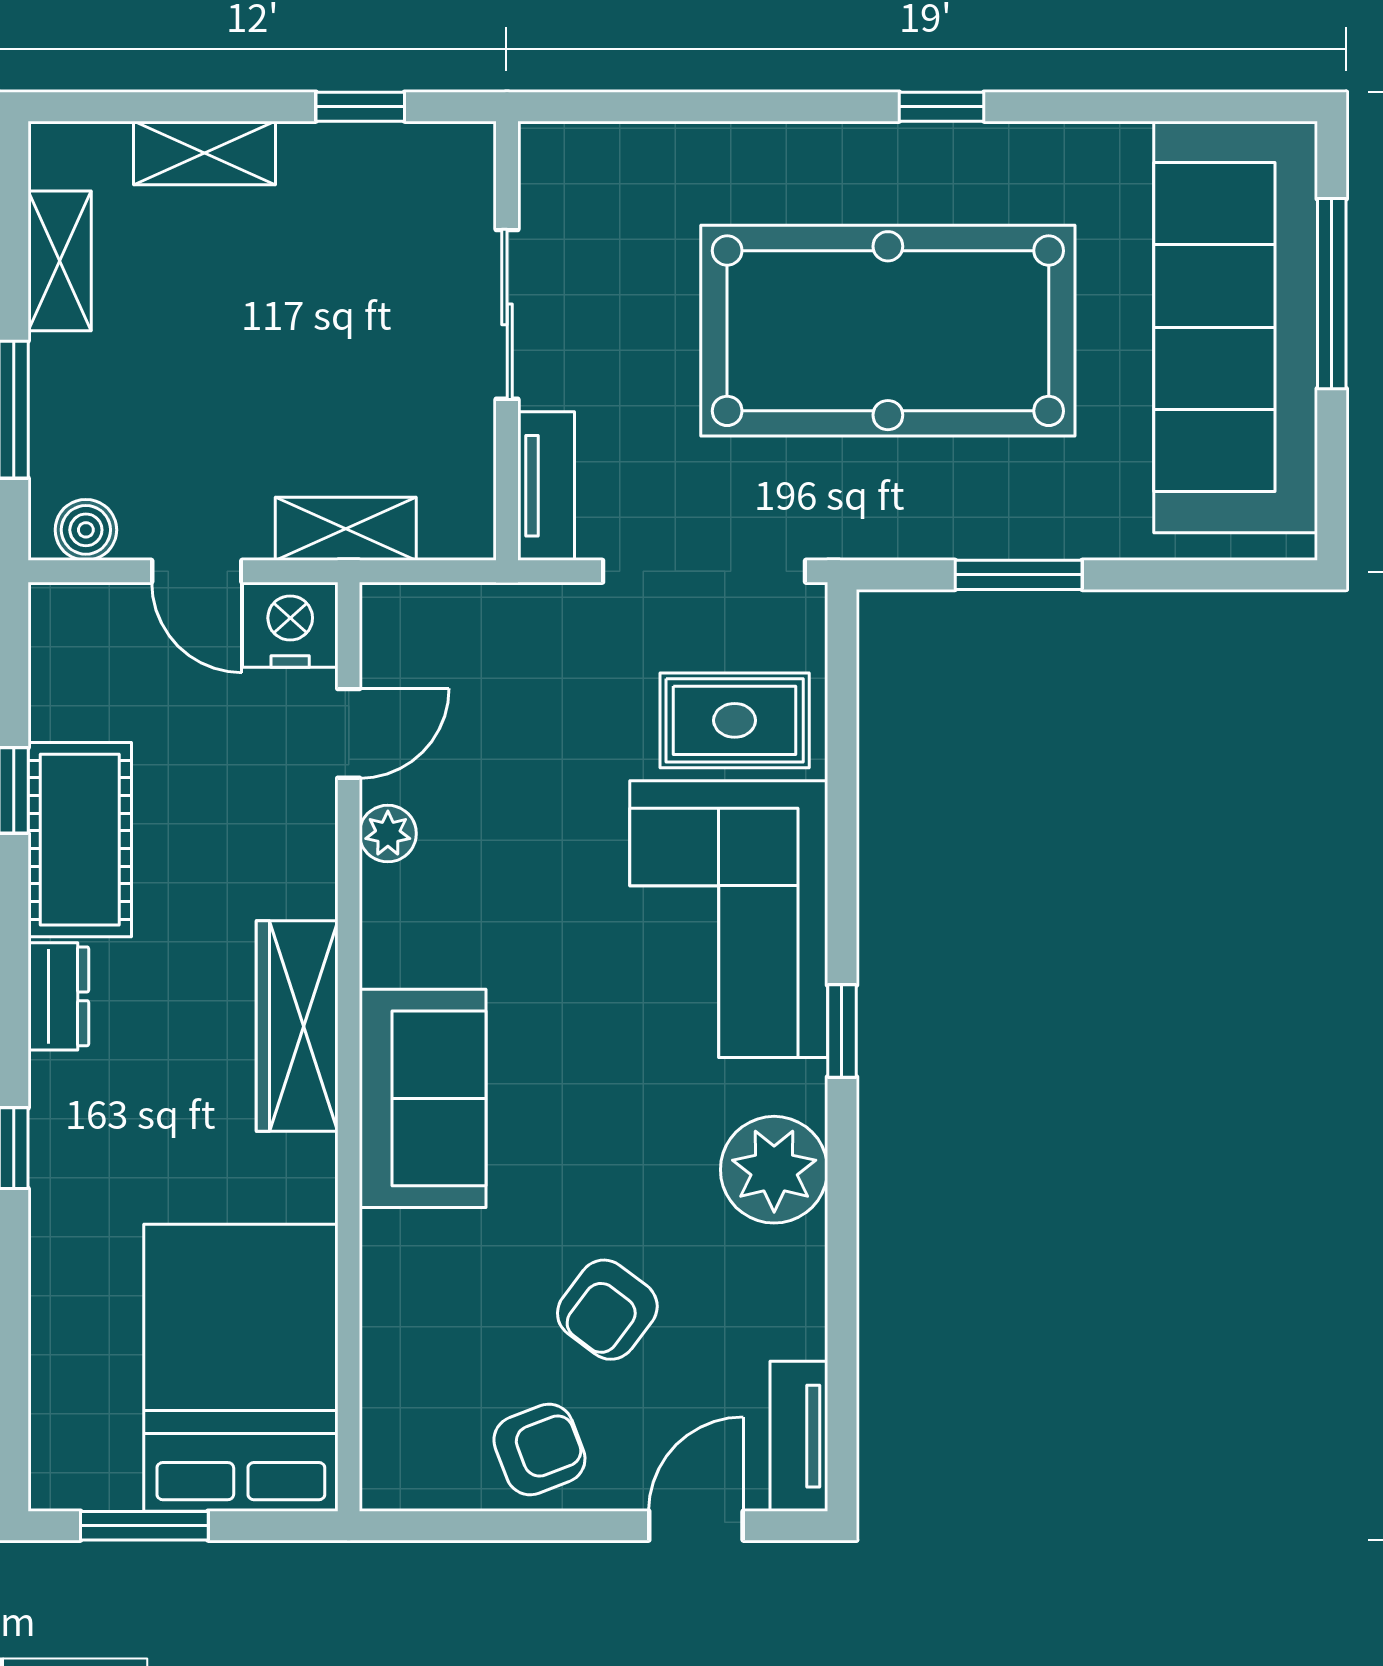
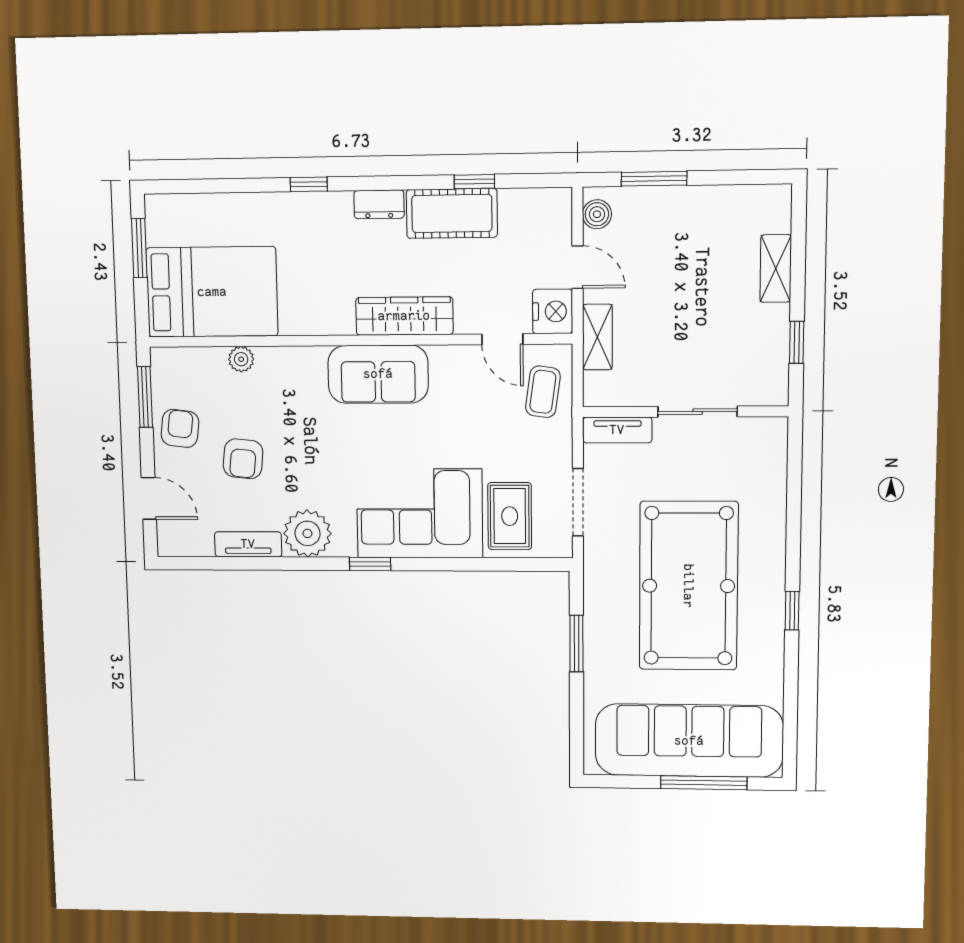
shelving: (60, 261) -> (725, 200), removed
door: (197, 571) -> (577, 267), swing flipped
doorway: (704, 571) -> (578, 502), width x0.73
coffee table: (463, 646) -> (543, 392), added
plant: (388, 834) -> (241, 359), moved
wardrobe: (297, 1026) -> (404, 316), moved
sofa: (423, 1098) -> (378, 374), moved
armchair: (607, 1310) -> (243, 459), turned -121
tv unit: (799, 1436) -> (248, 544), moved
armchair: (539, 1449) -> (180, 428), turned -152
window: (470, 1526) -> (145, 397), added

